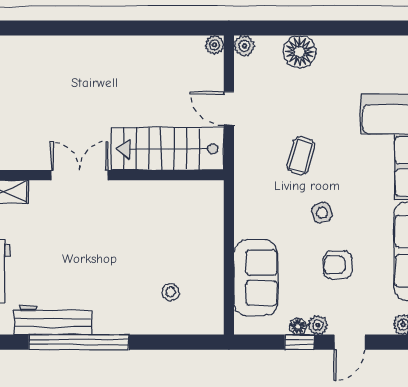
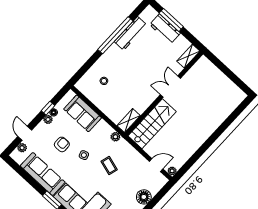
plant: (244, 46) -> (115, 137), moved
door: (229, 108) -> (156, 165), moved
double door: (80, 175) -> (170, 87), swing flipped
shelving: (198, 192) -> (129, 121), added
door: (350, 342) -> (25, 133), moved

